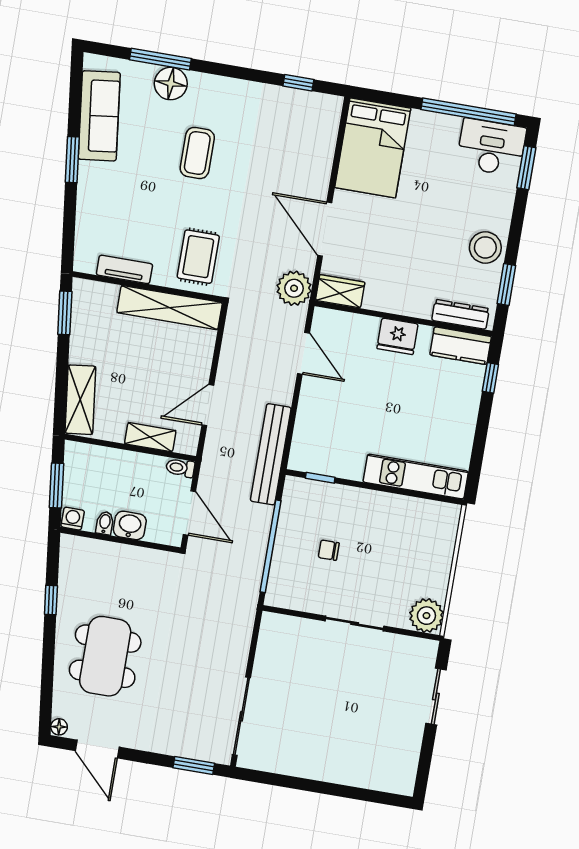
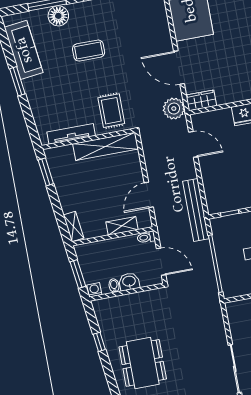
coffee table: (197, 153) -> (89, 51), turned 90
tv unit: (124, 269) -> (71, 134), width x1.41
shelving: (80, 400) -> (73, 226), width x0.67, depth x0.75

